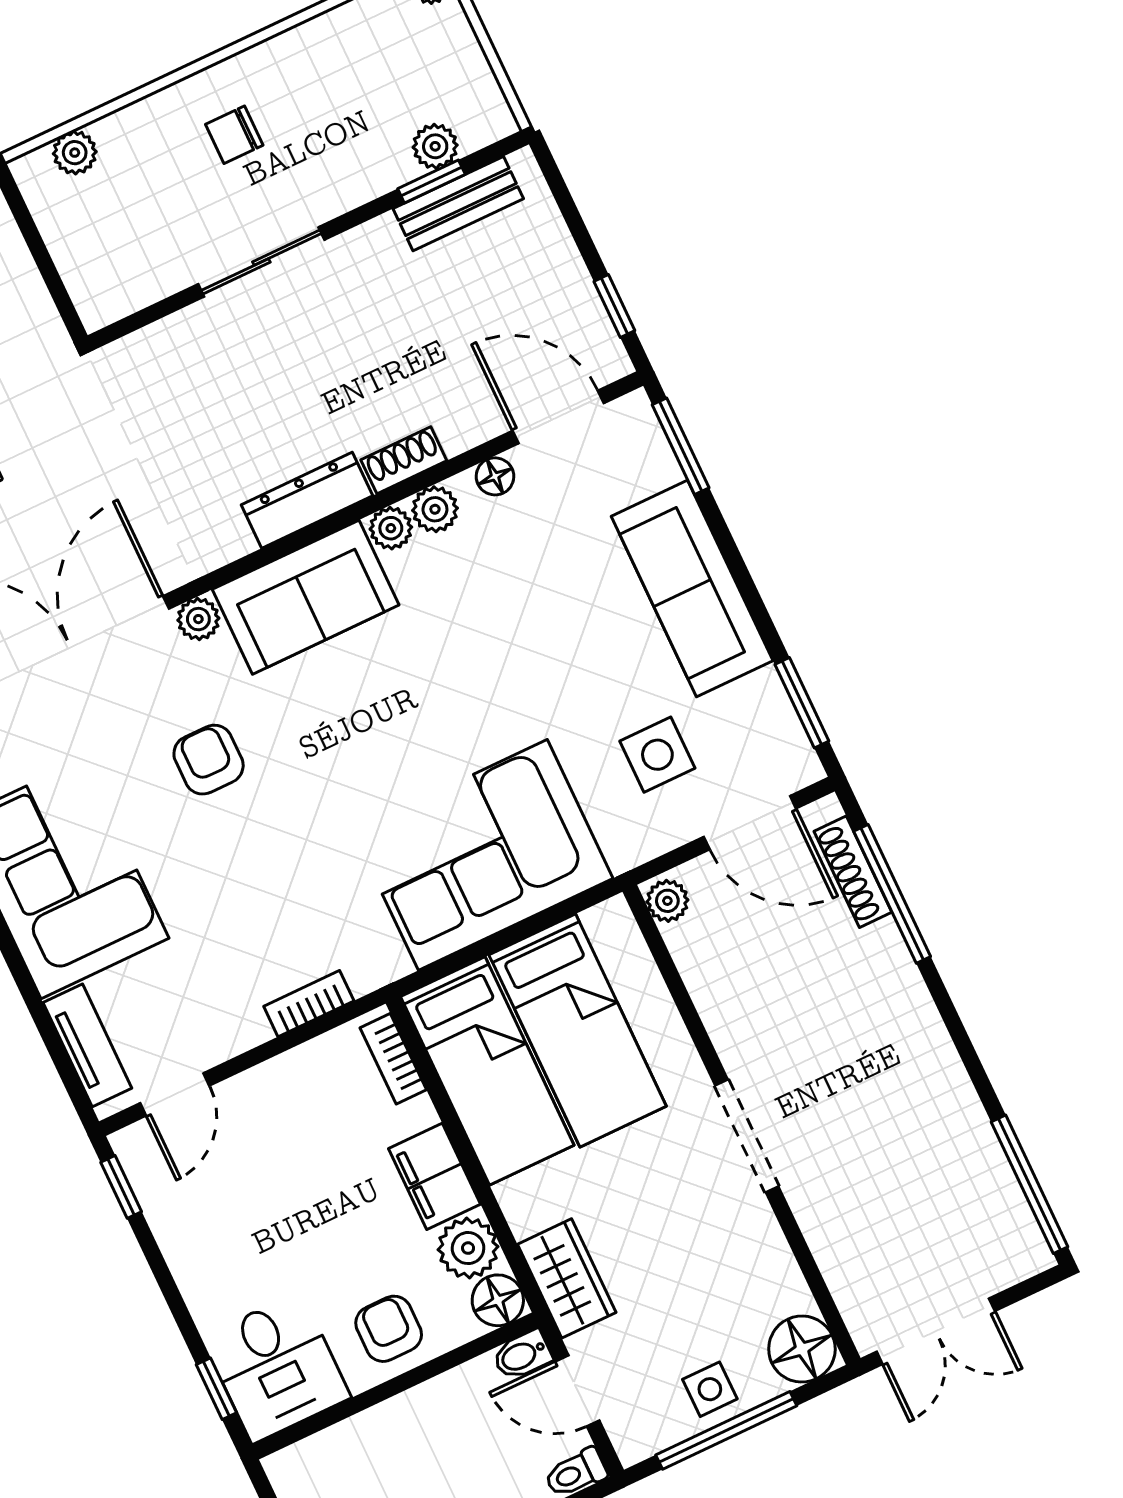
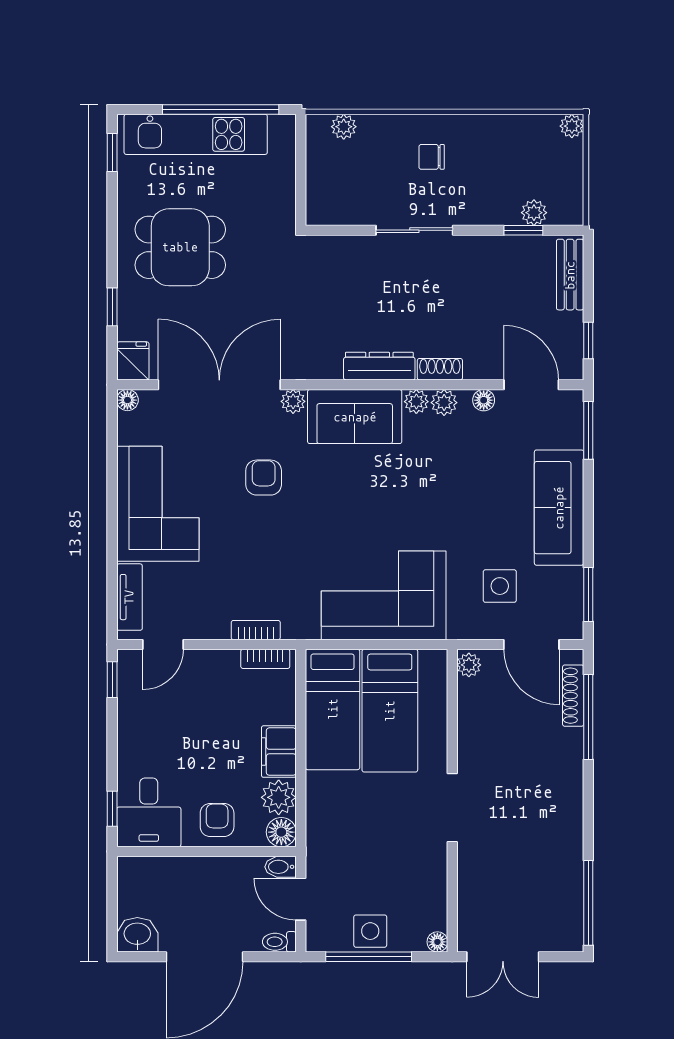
bench: (458, 204) -> (570, 275), moved, turned 90
bookcase: (393, 1059) -> (265, 659), moved, turned -90
wardrobe: (567, 1278) -> (323, 838), removed
floor lamp: (802, 1349) -> (437, 942), width x0.53, depth x0.53
side table: (710, 1389) -> (370, 931), width x1.37, depth x1.37

